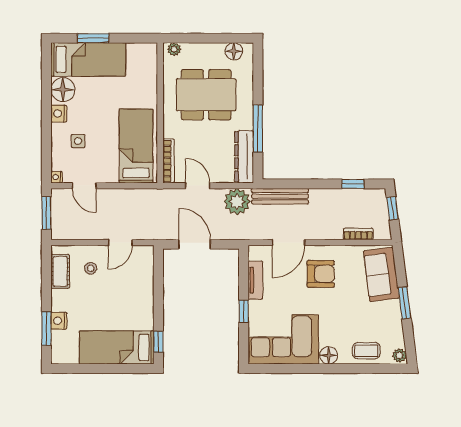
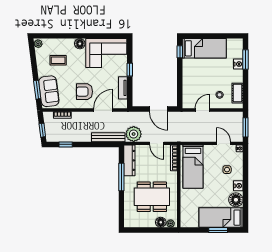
floor lamp: (234, 51) -> (161, 222), moved
window: (404, 303) -> (37, 90), moved
coffee table: (366, 351) -> (58, 60), moved

